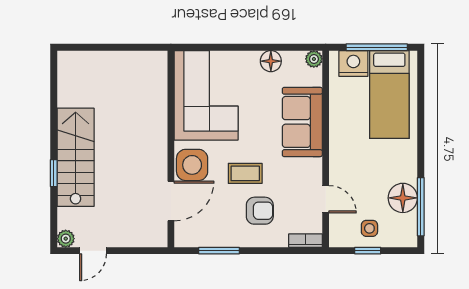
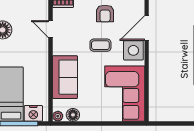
floor lamp: (271, 61) -> (73, 115), moved
armchair: (260, 211) -> (105, 14), moved, turned -90
side table: (369, 228) -> (23, 11), removed

